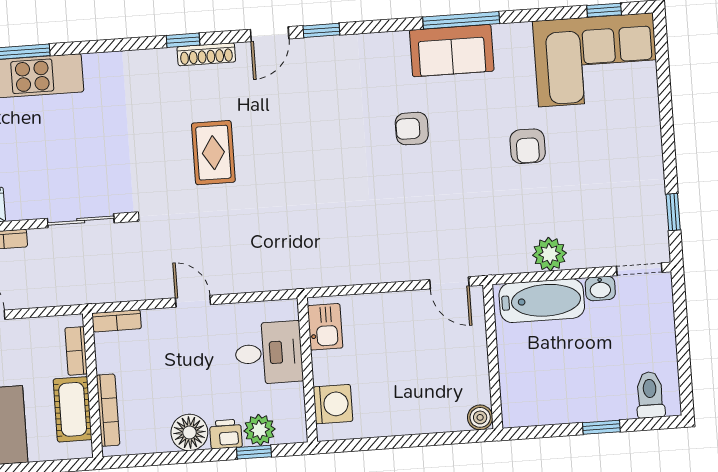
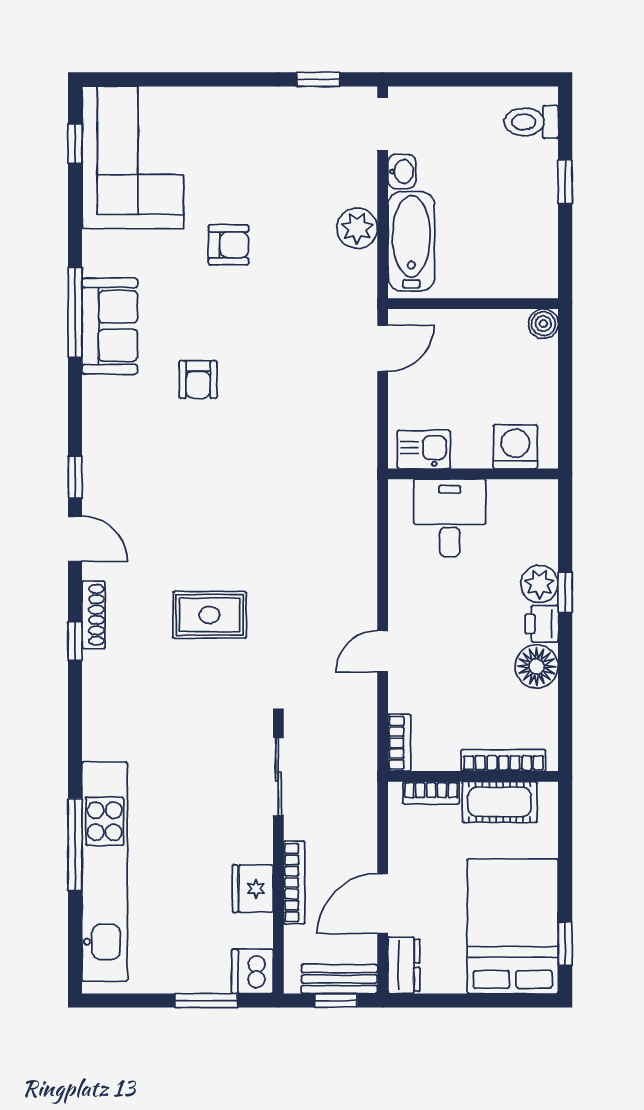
kitchen sink: (325, 327) -> (424, 450), moved
desk: (269, 353) -> (450, 518), moved
wall: (307, 370) -> (473, 474), moved
washing machine: (333, 404) -> (515, 447), moved

